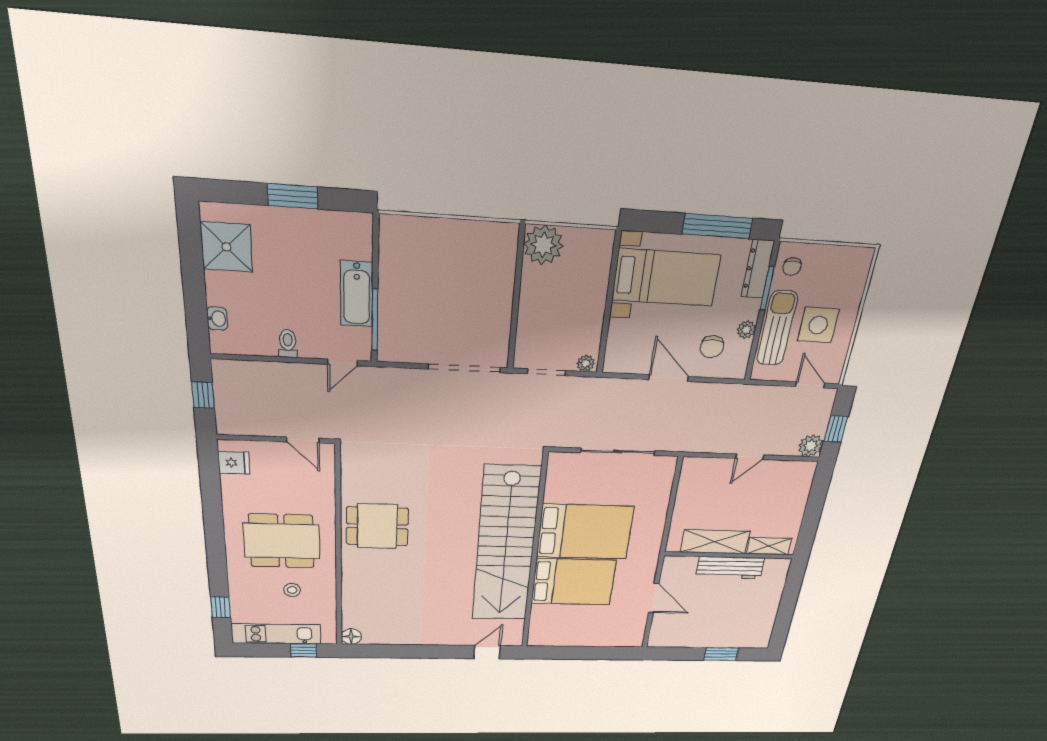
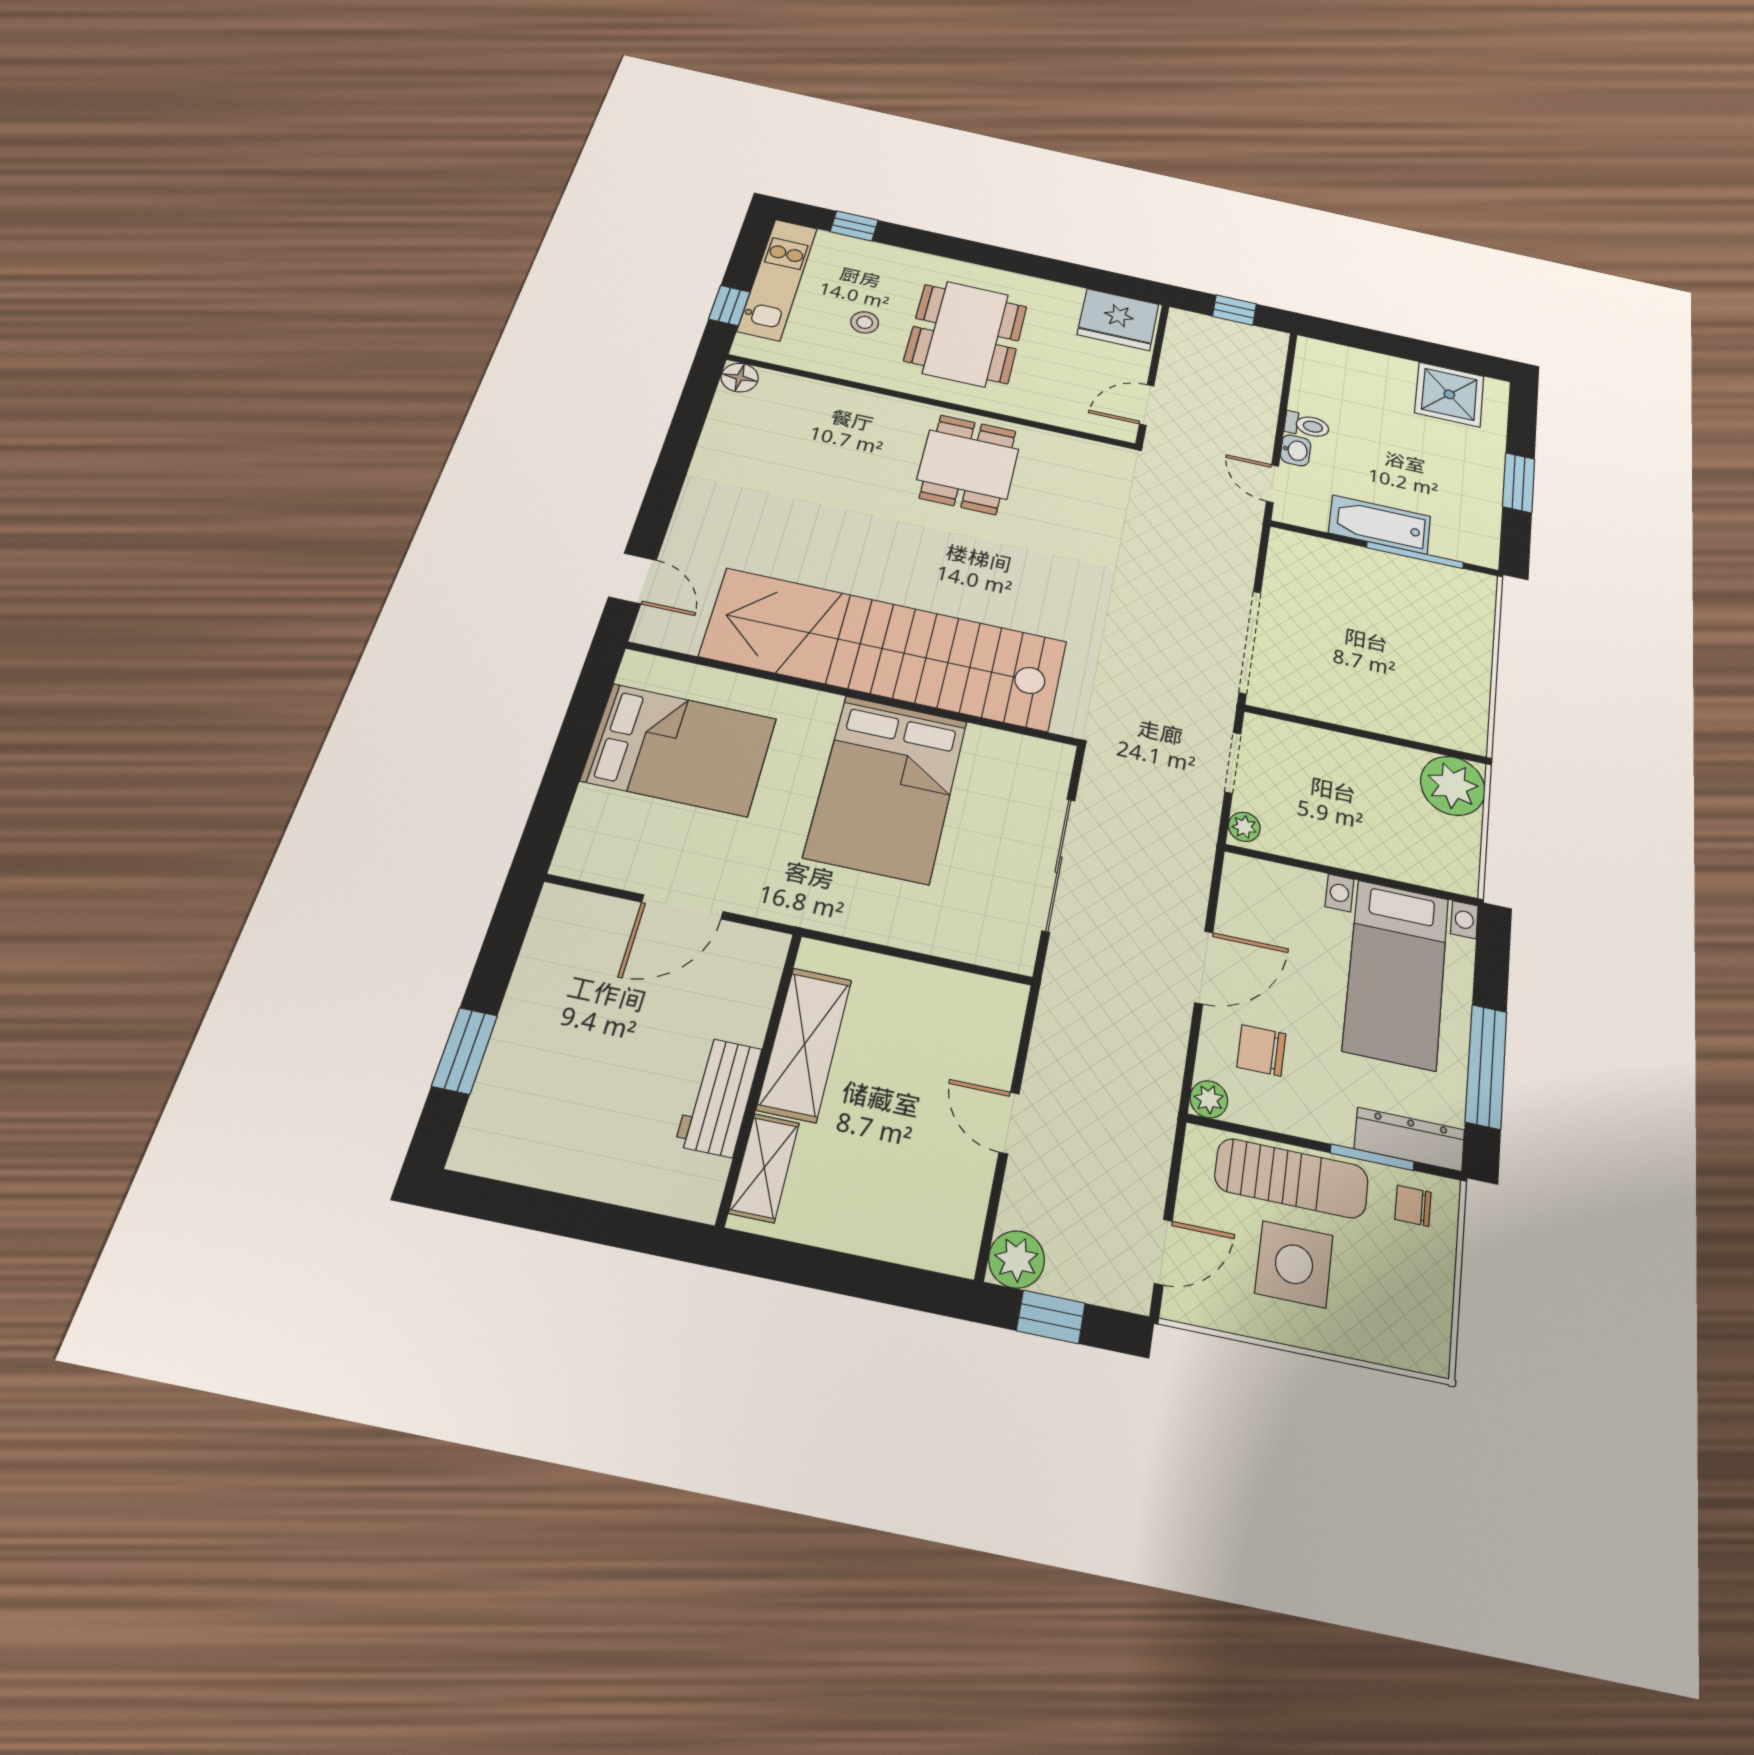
washbasin: (217, 319) -> (1296, 450), moved, turned -90
window: (375, 320) -> (1415, 555), moved
plant: (746, 330) -> (1209, 1099), moved
fridge: (234, 463) -> (1118, 319), width x1.88, depth x1.34
workbench: (730, 568) -> (719, 1097), width x0.73
bed: (573, 582) -> (679, 750), moved, turned -90

